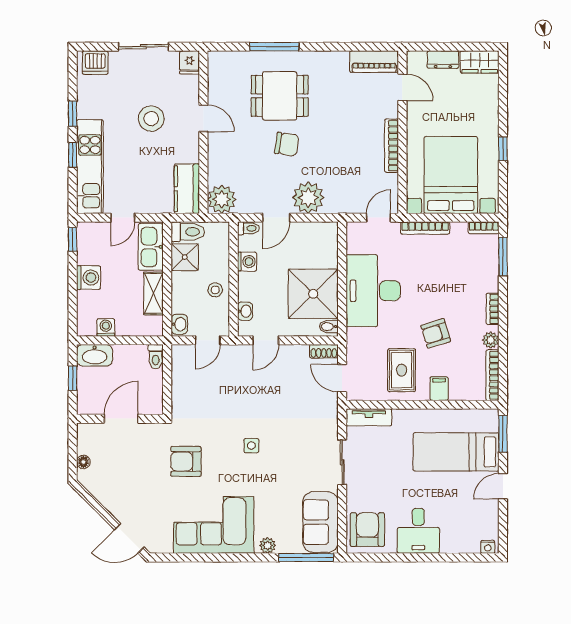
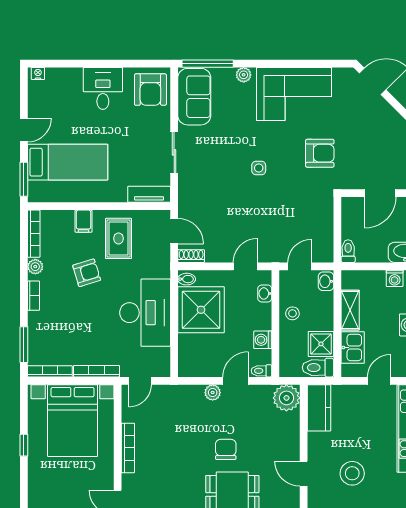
chair: (287, 144) -> (226, 449), turned 82
plant: (308, 198) -> (213, 393), width x0.53, depth x0.53
bookcase: (484, 228) -> (50, 371), width x1.56
kitchen sink: (151, 247) -> (353, 347), width x0.73

